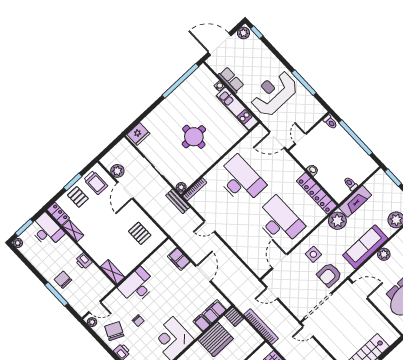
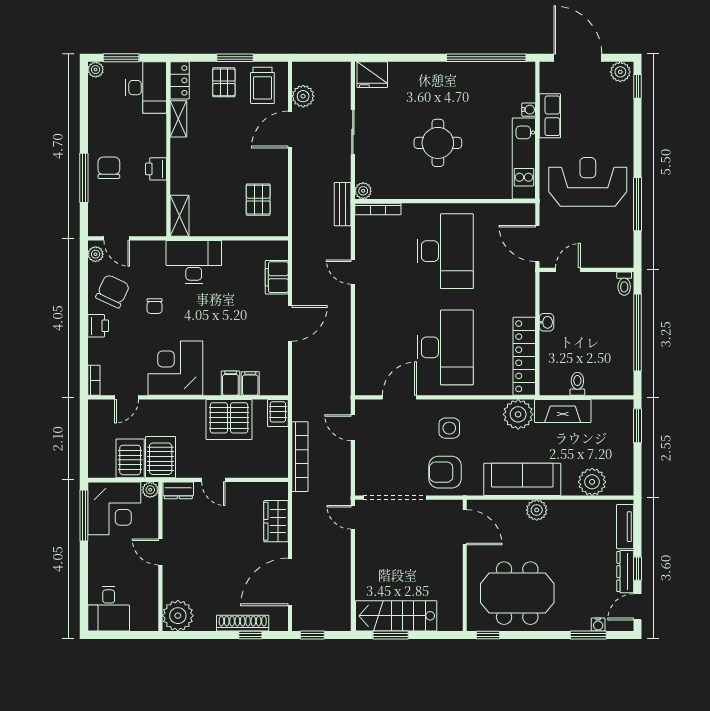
filing cabinet: (214, 312) -> (250, 384), width x0.50

